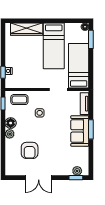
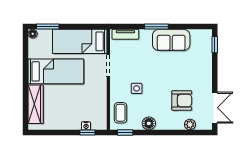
sofa: (80, 131) -> (171, 40), moved
plant: (10, 134) -> (190, 125), moved
plant: (77, 171) -> (207, 43), removed
double door: (39, 178) -> (215, 108), moved

